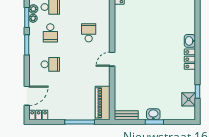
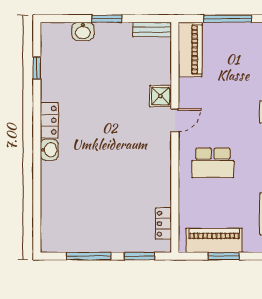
school desk: (89, 33) -> (213, 163), width x1.85
shower: (189, 99) -> (161, 96), moved
washbasin: (153, 114) -> (83, 31), moved

